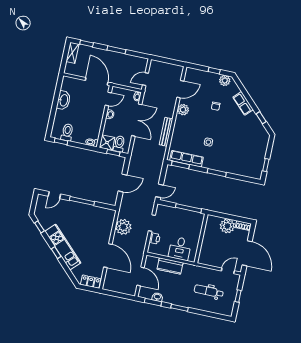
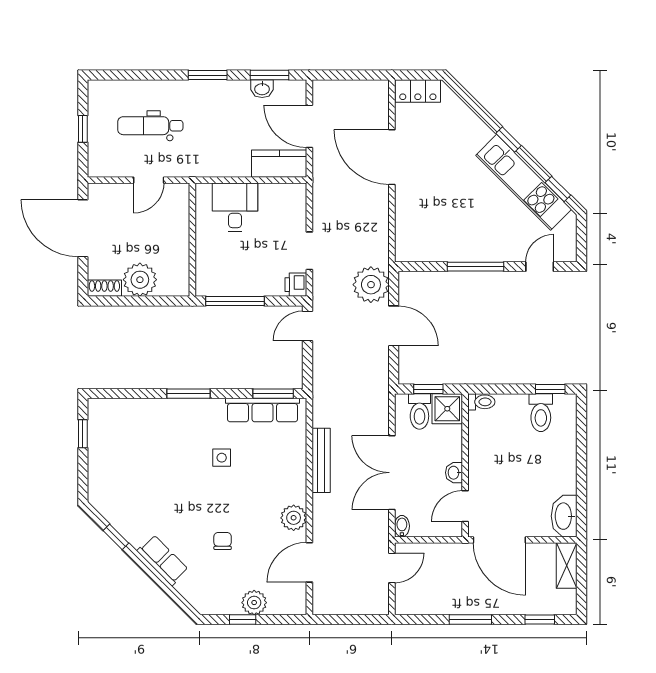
shelving: (72, 53) -> (567, 565), moved
plant: (225, 80) -> (254, 603), moved
washbasin: (64, 100) -> (564, 516), moved
door: (123, 183) -> (394, 326), swing flipped
plant: (123, 227) -> (371, 285), moved
printer: (155, 238) -> (296, 285), moved
kitchen unit: (63, 247) -> (524, 182), moved
kitchen counter: (170, 266) -> (279, 164), moved
door: (228, 271) -> (149, 180), moved
dental chair: (209, 291) -> (150, 126), turned 180

